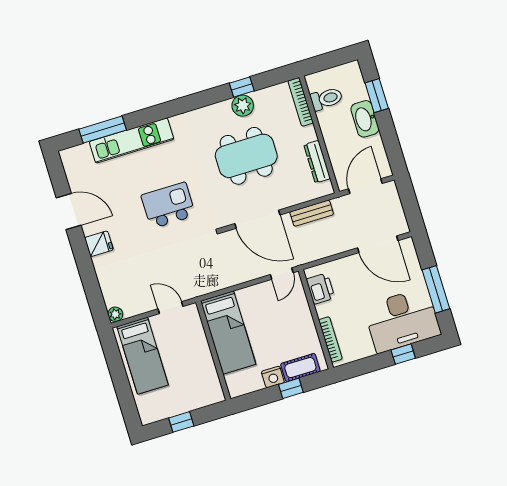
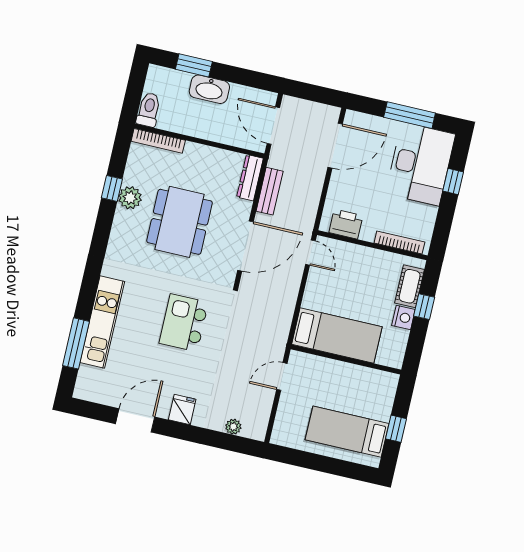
toilet: (327, 99) -> (149, 110), moved
dresser: (317, 162) -> (250, 178), moved, turned 90
plant: (115, 314) -> (233, 427), moved
bed: (143, 356) -> (347, 432), moved, turned 180

